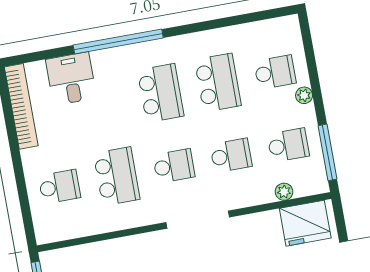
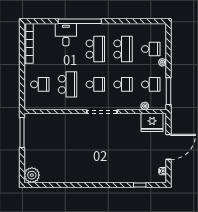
desk: (71, 79) -> (66, 35), moved

